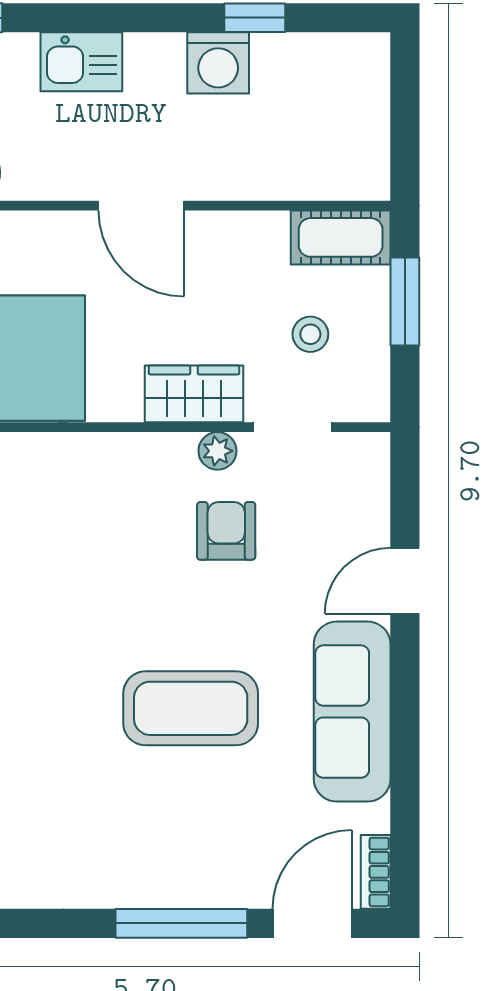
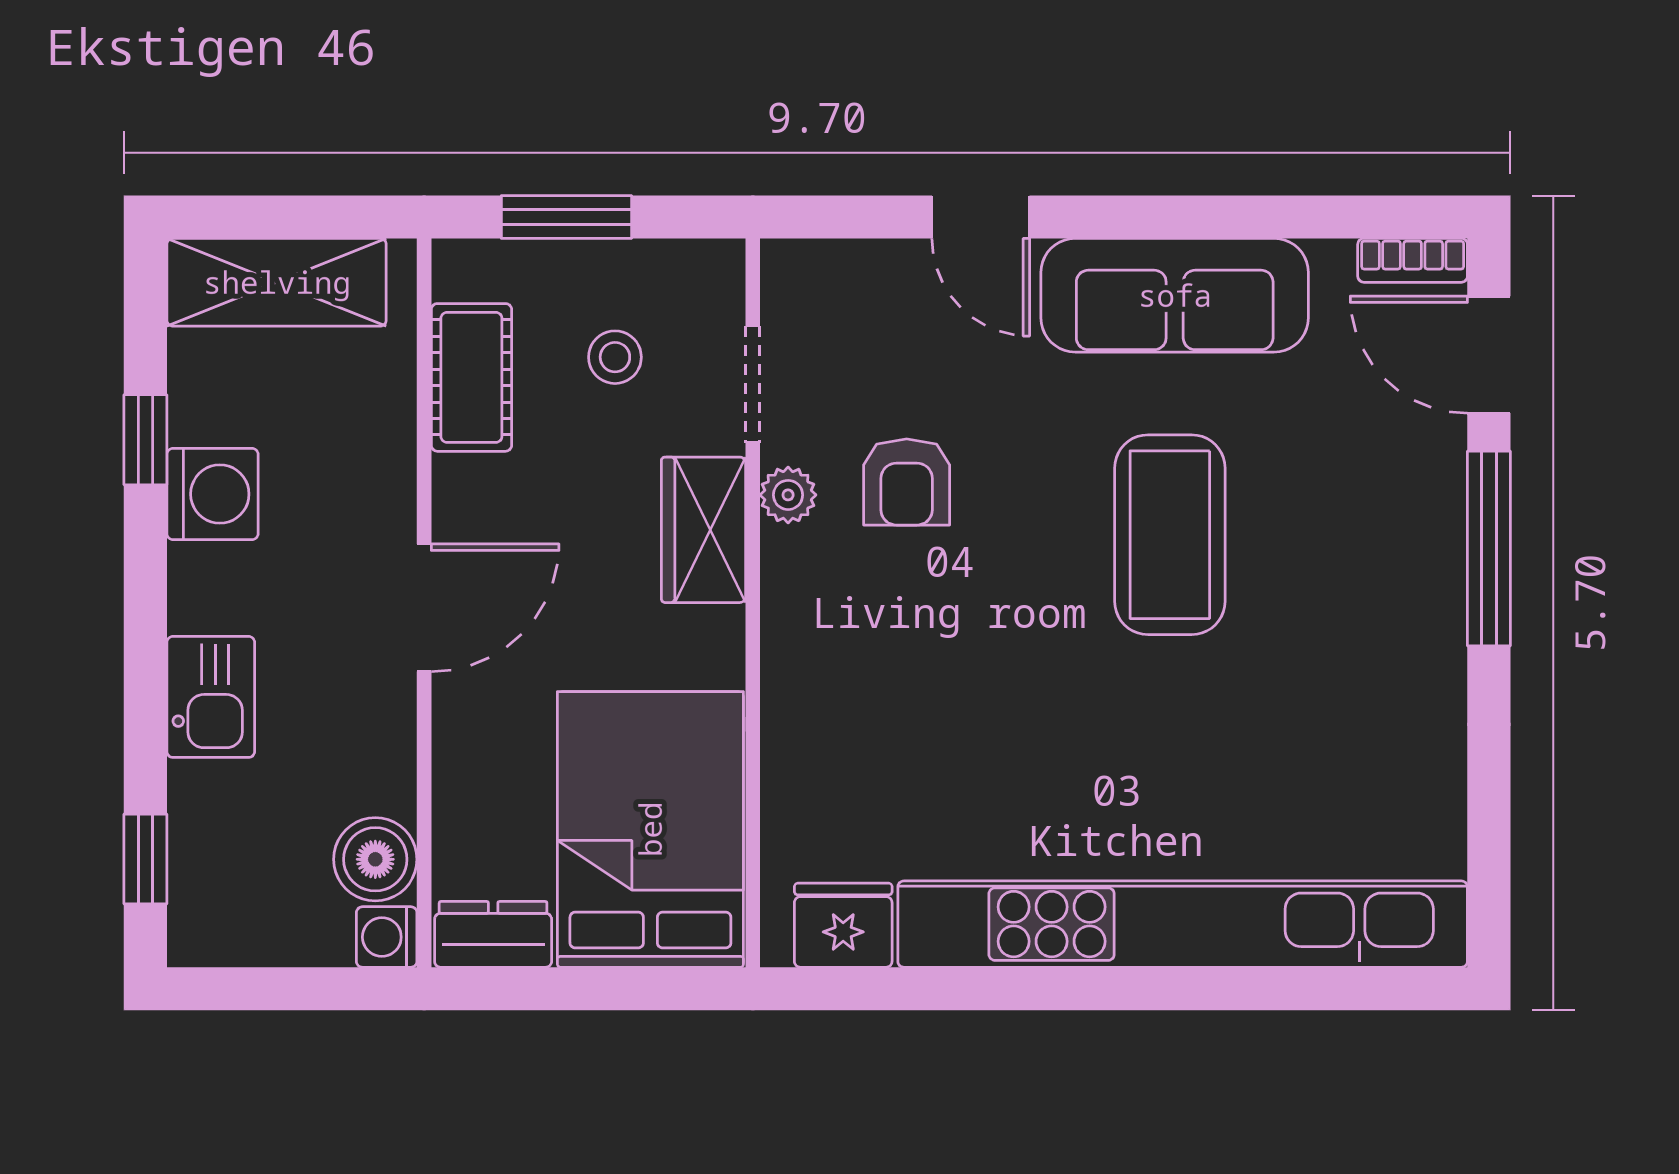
shelving: (361, 106) -> (277, 282), added
cot: (341, 237) -> (471, 377), moved
armchair: (226, 531) -> (907, 482), turned -90

